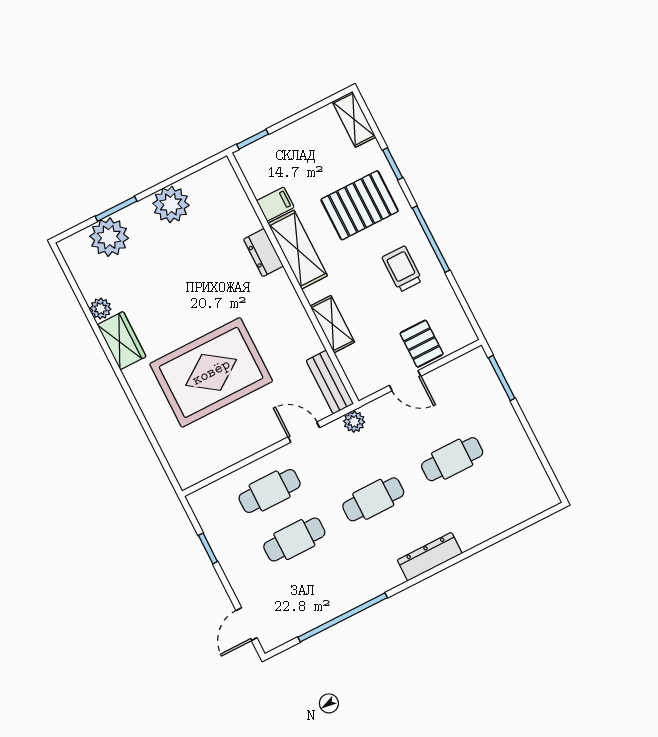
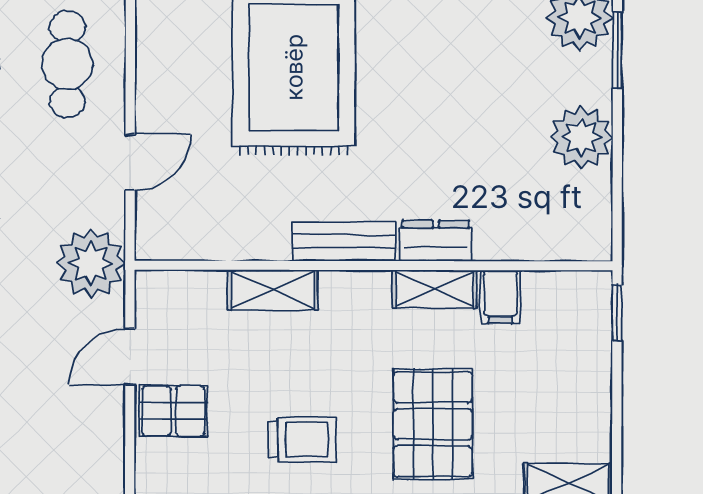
shelving: (298, 250) -> (435, 289), width x0.67, depth x0.75
bench: (330, 382) -> (344, 241), moved
plant: (354, 422) -> (91, 263), width x1.88, depth x1.88

